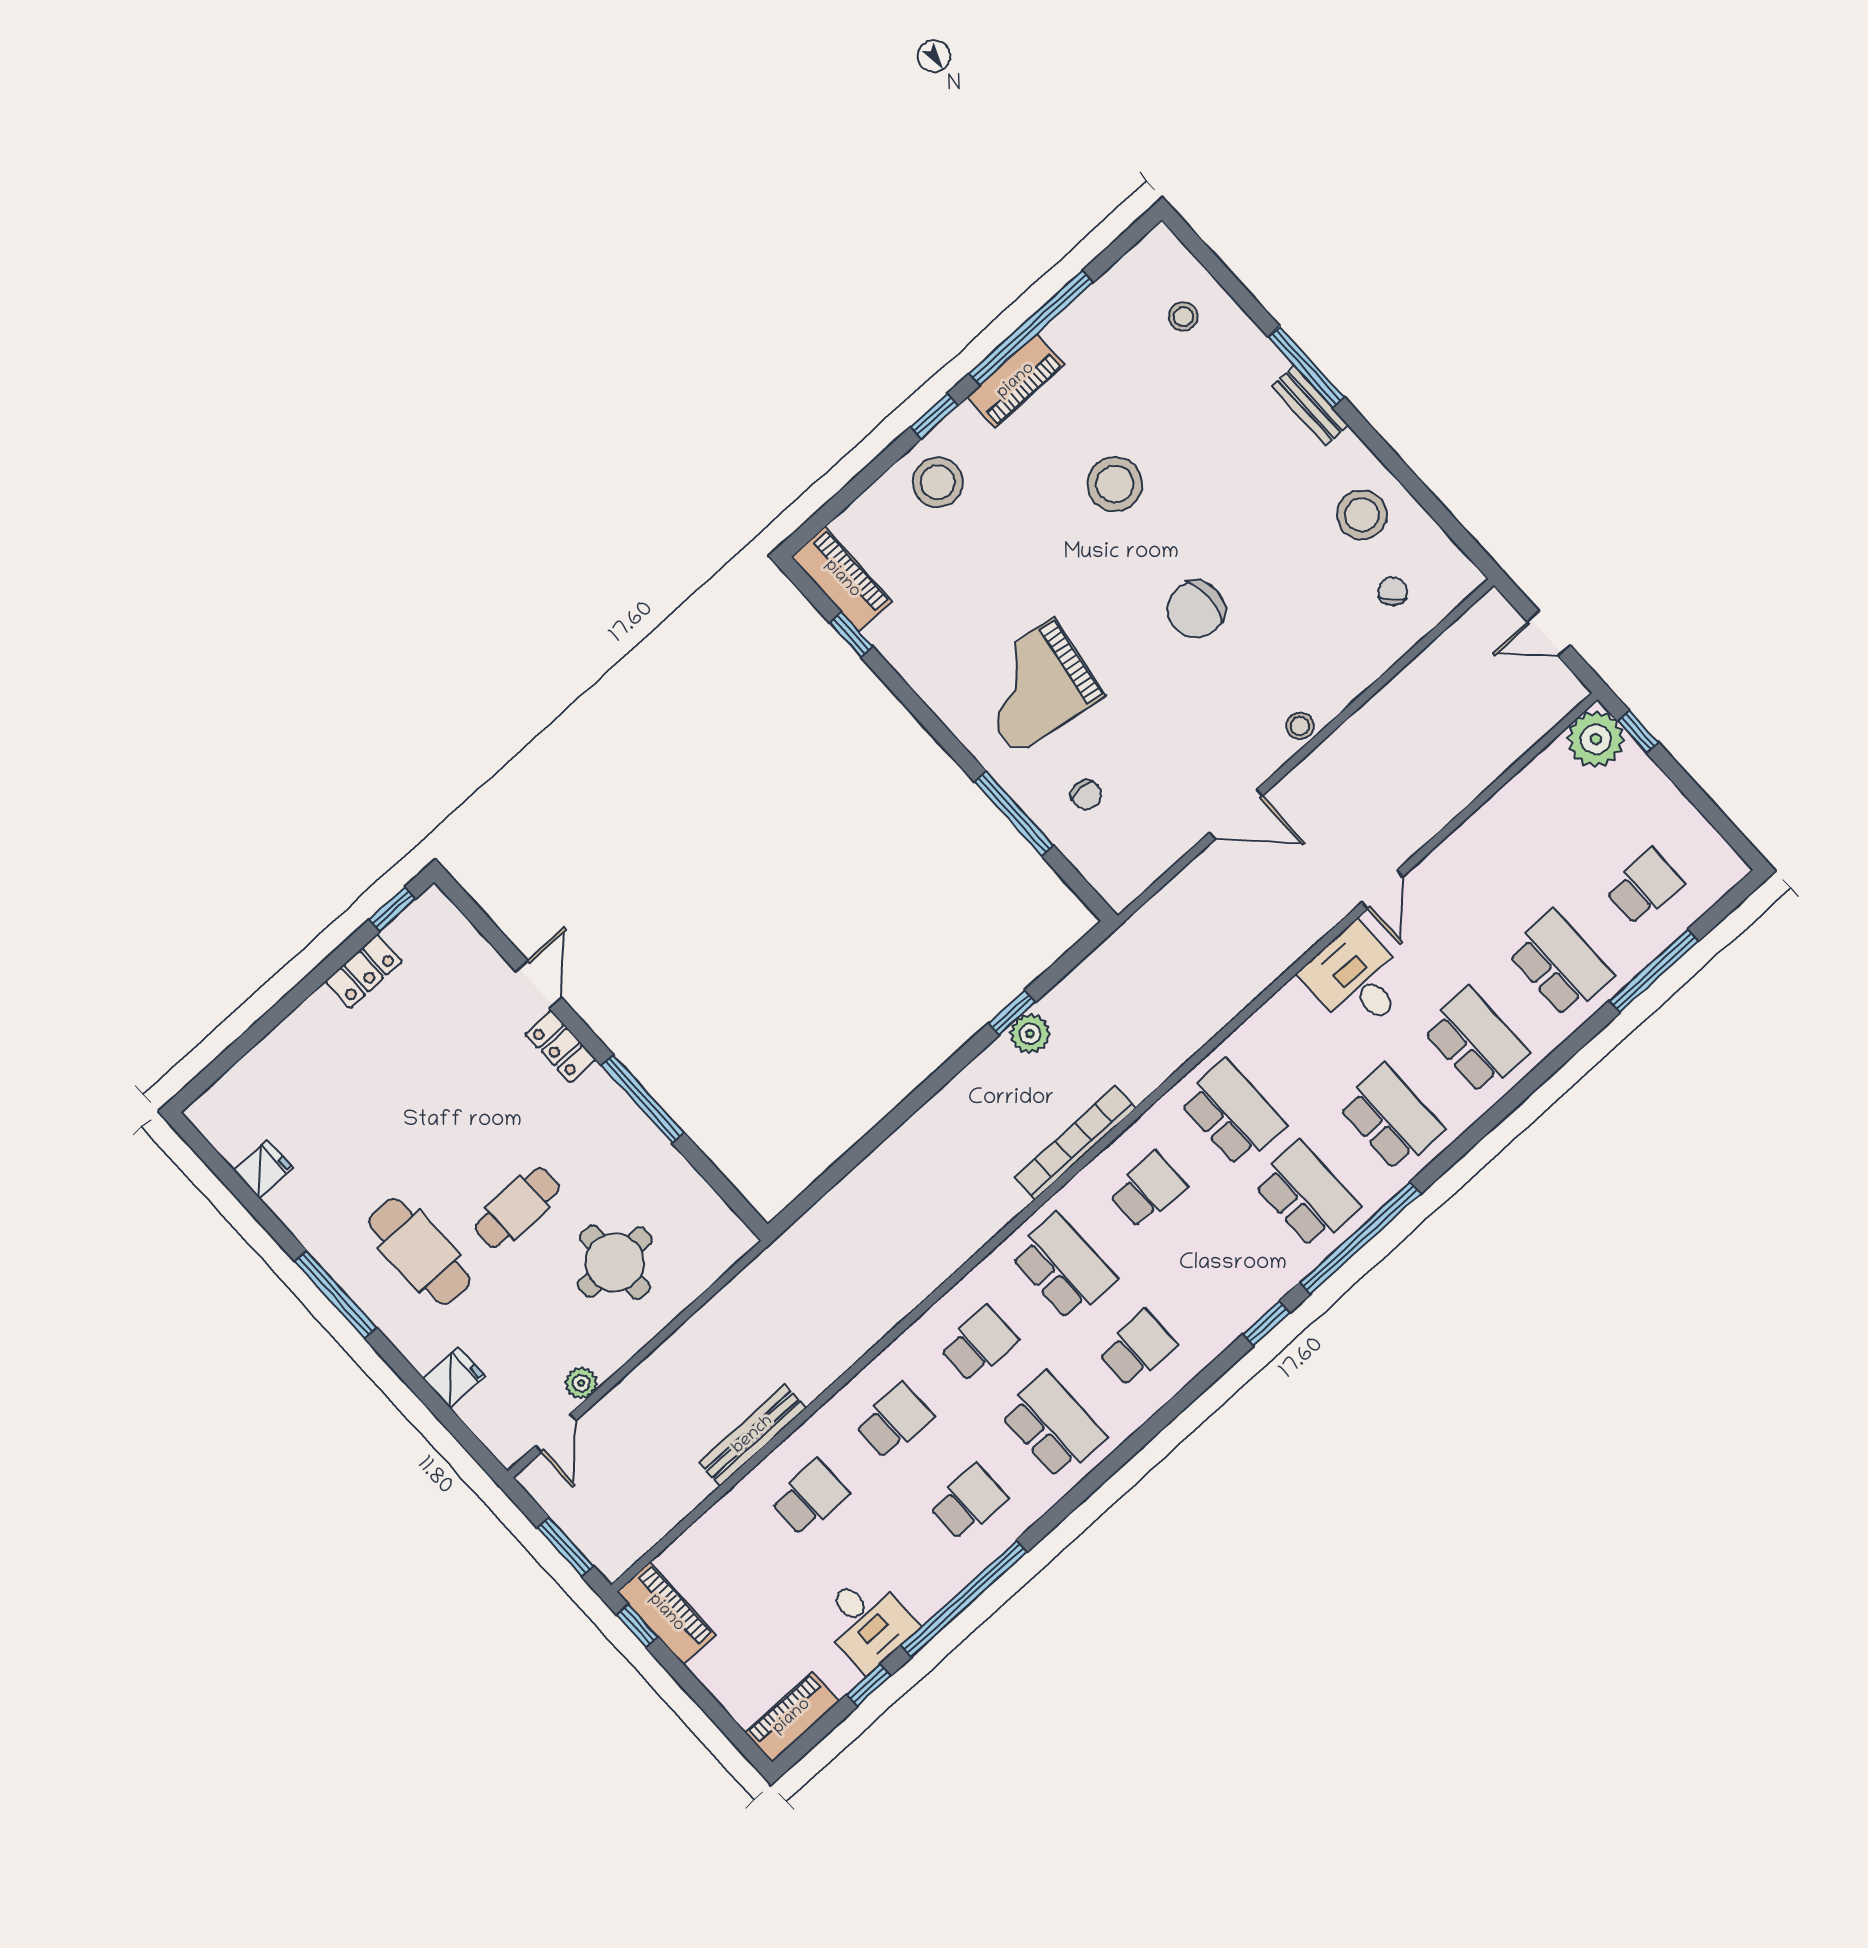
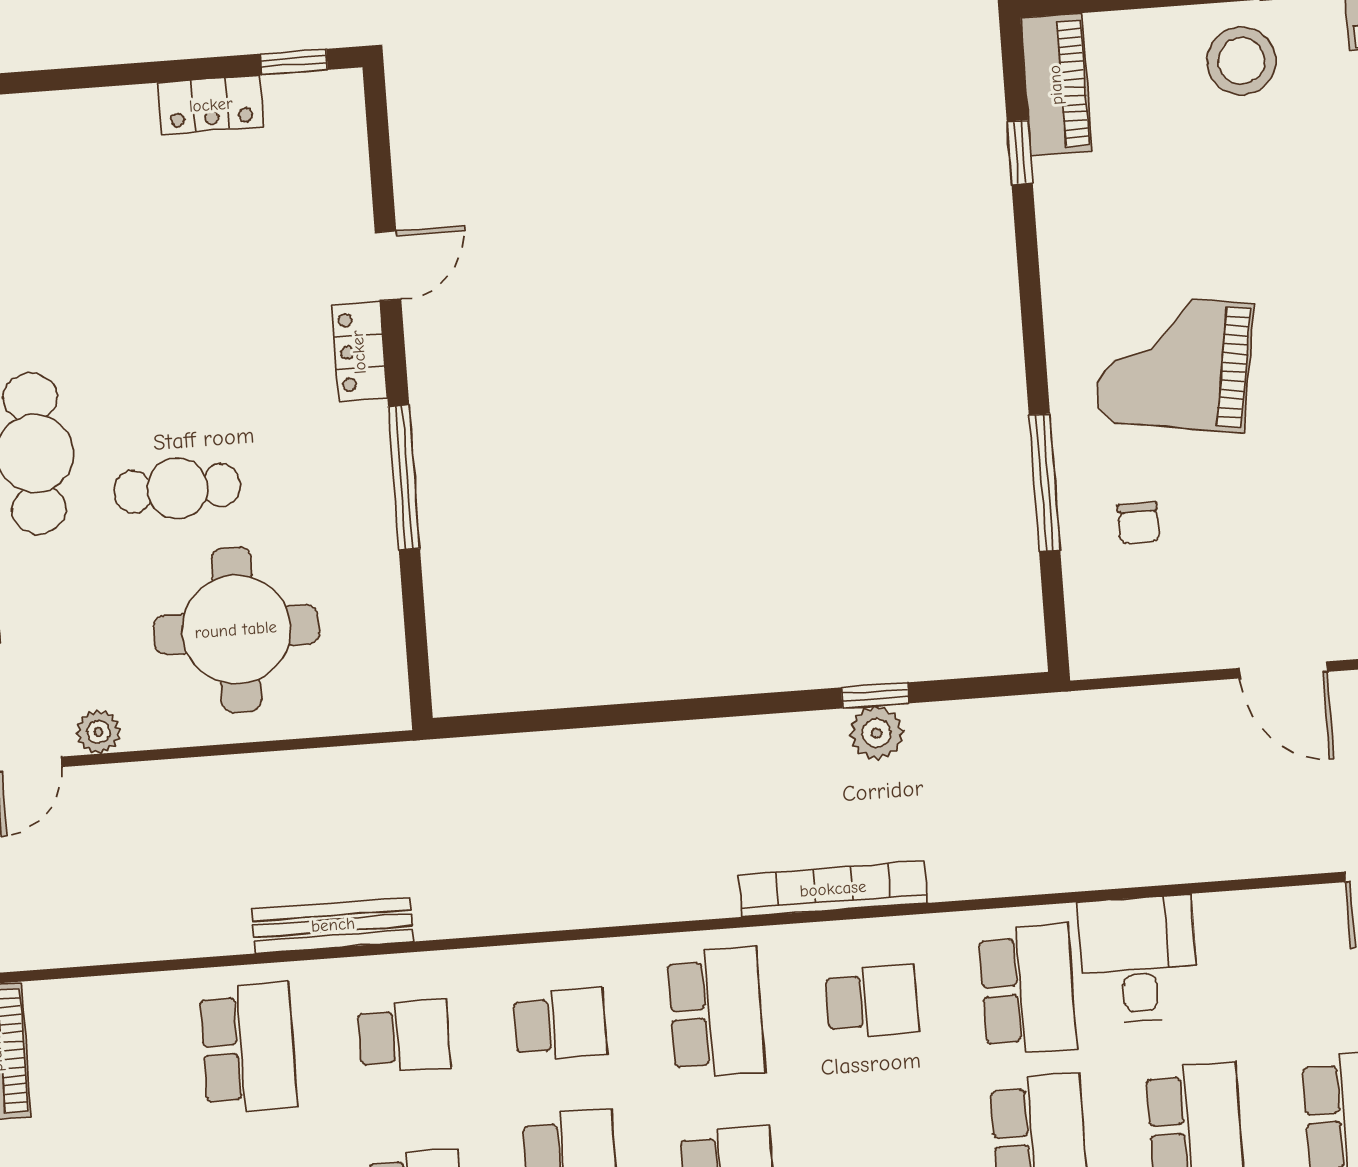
desk: (1357, 979) -> (1138, 960), moved
round table: (615, 1262) -> (236, 630), width x1.36, depth x1.36
bench: (753, 1435) -> (333, 925), moved
school desk: (810, 1498) -> (248, 1048), width x1.85

